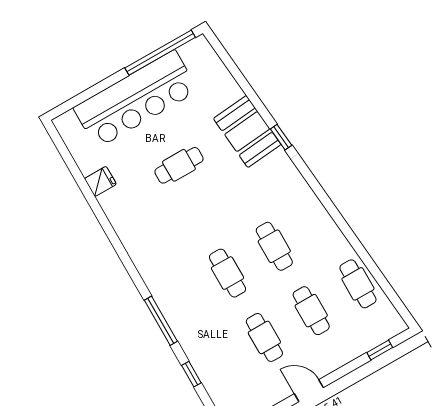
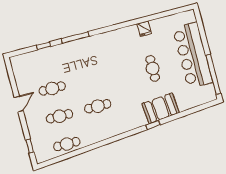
fridge: (100, 181) -> (144, 29), moved
cafe table: (227, 273) -> (90, 78), removed

